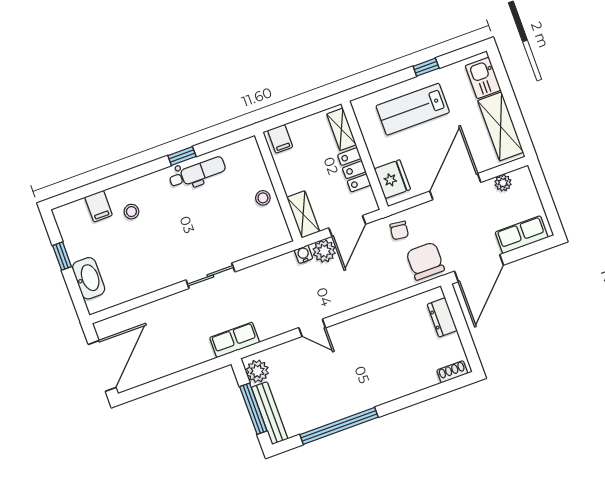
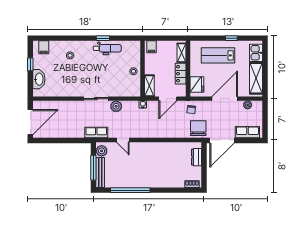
filing cabinet: (99, 206) -> (44, 47), moved
plant: (324, 251) -> (116, 106), moved
door: (312, 328) -> (123, 140), moved

